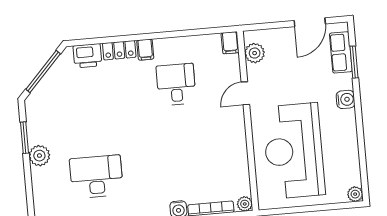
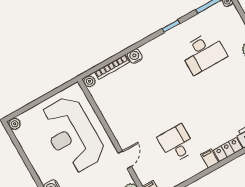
desk: (176, 84) -> (177, 144), turned 180
reception desk: (294, 151) -> (72, 135), turned 180

